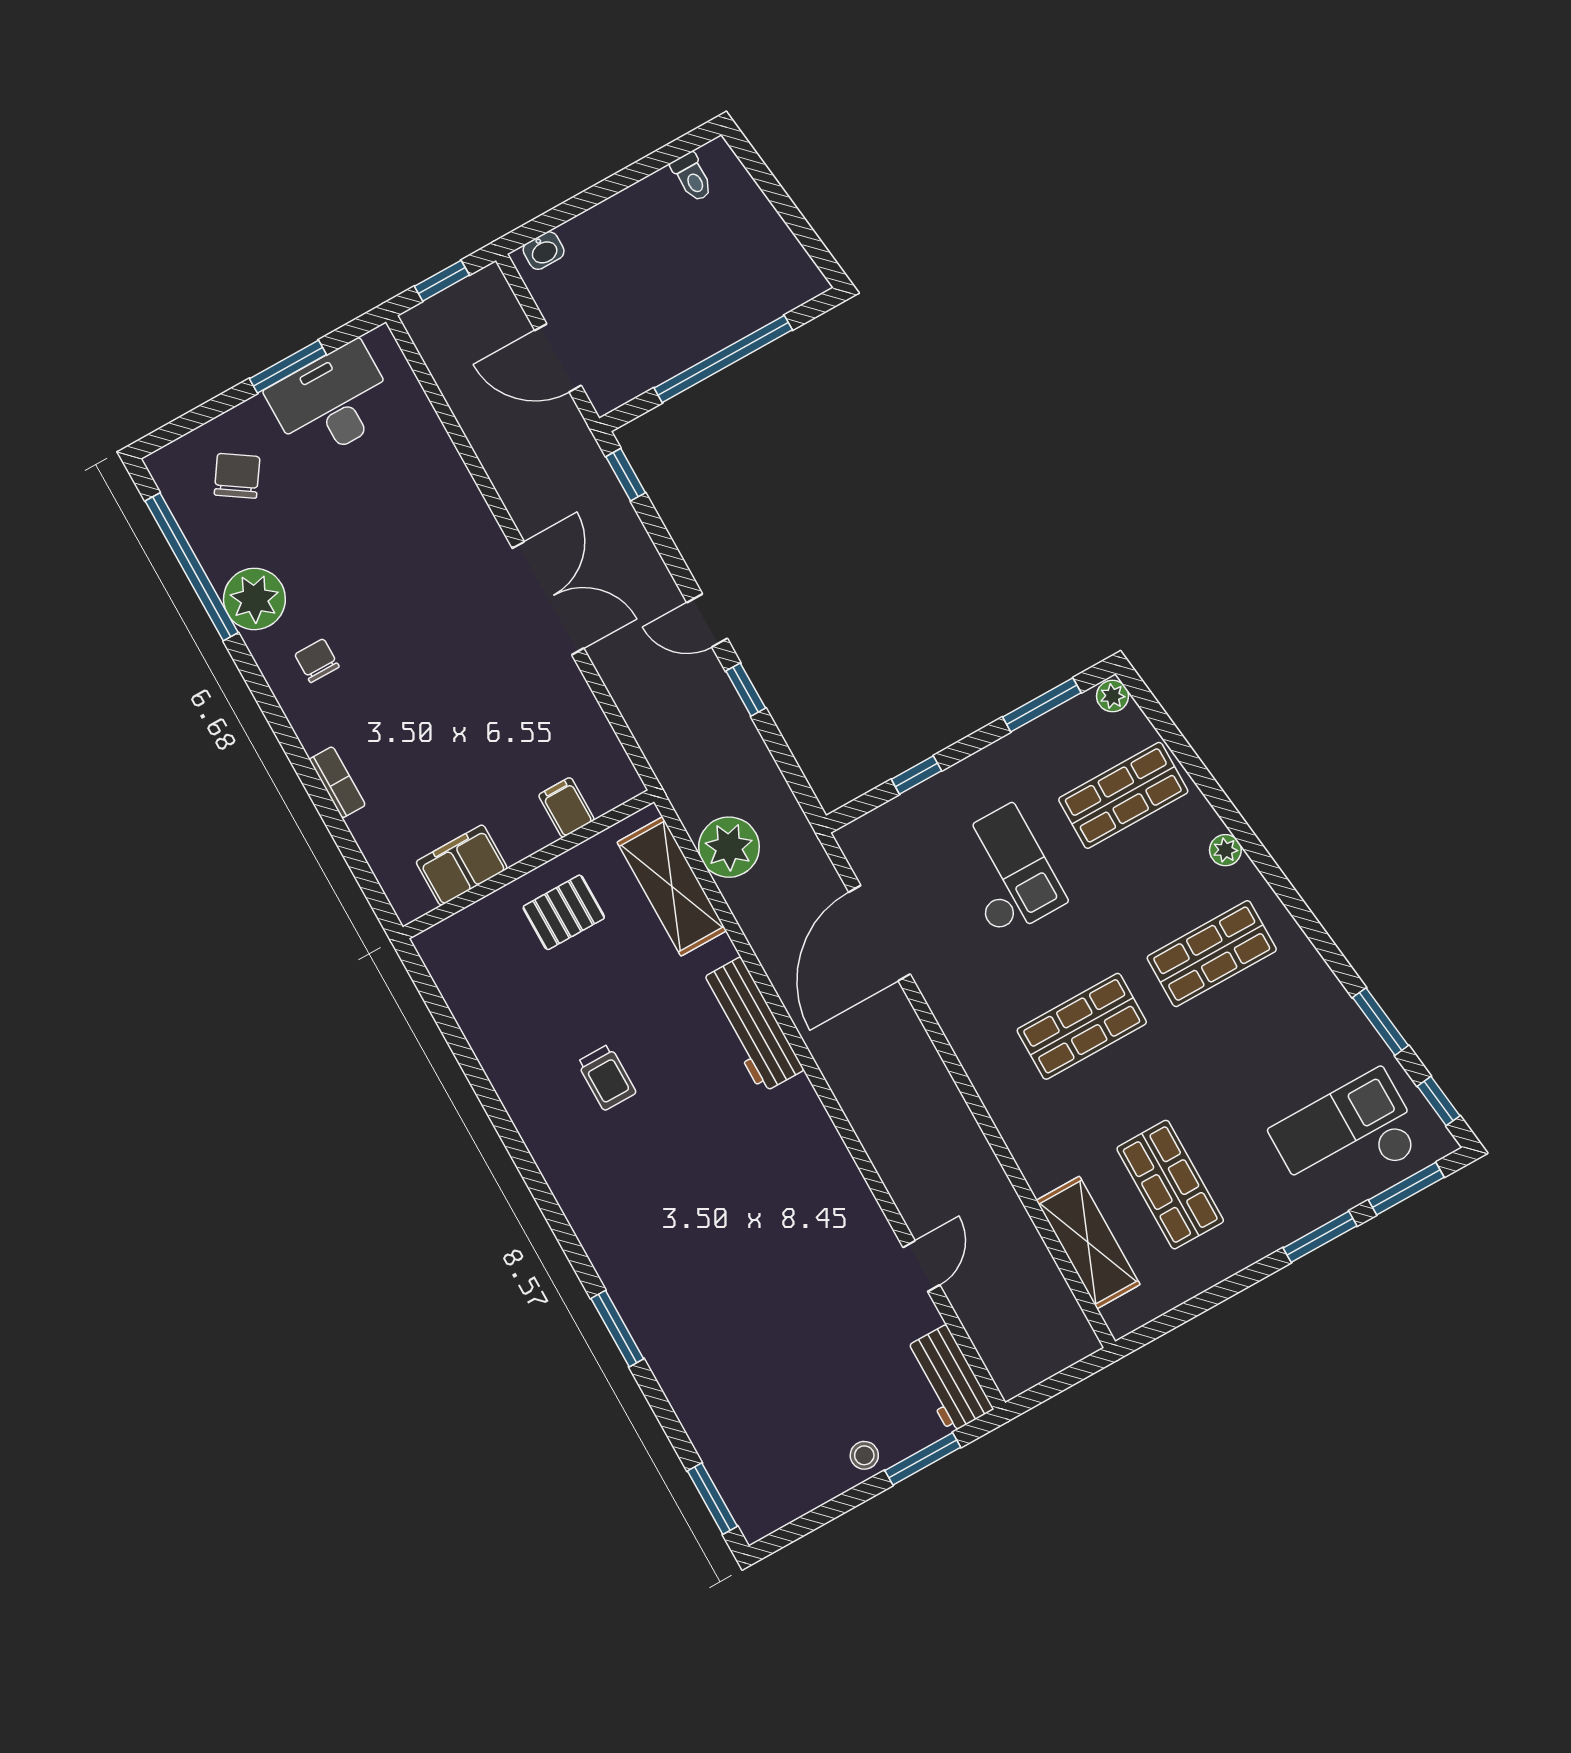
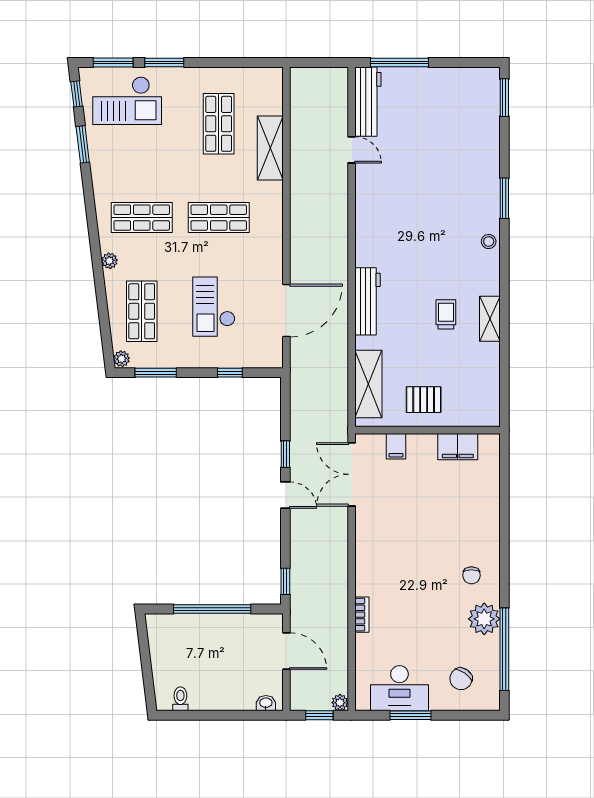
double door: (548, 598) -> (352, 474), moved
bookcase: (337, 782) -> (362, 615), moved, turned 180
shop shelf: (1123, 795) -> (142, 311), turned 90
plant: (729, 847) -> (340, 703), moved, width x0.53, depth x0.53
shelving: (528, 1111) -> (490, 319), added
shelving: (1088, 1242) -> (270, 148), moved
door: (921, 1266) -> (352, 150), swing flipped
workbench: (948, 1379) -> (368, 102), width x1.38
stool: (864, 1455) -> (489, 242), moved
window: (923, 1459) -> (399, 62), width x1.44

